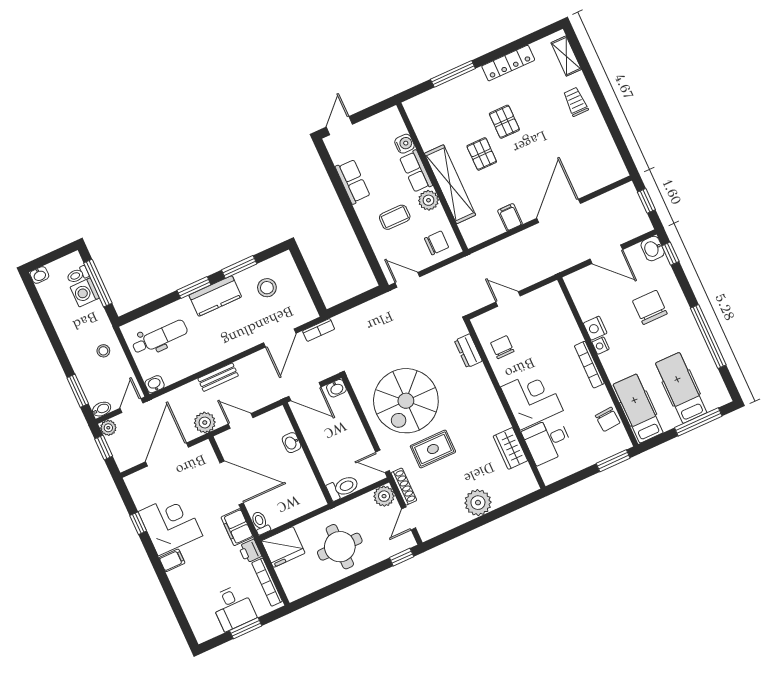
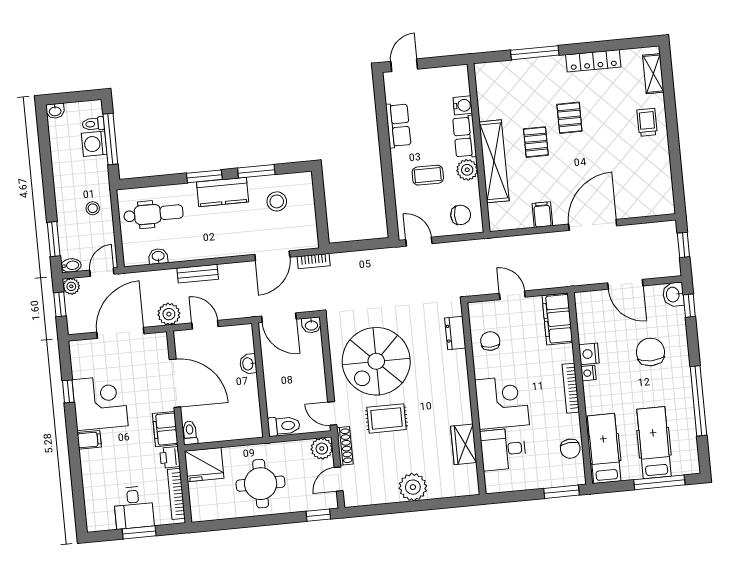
filing cabinet: (556, 306) -> (557, 319), added
washbasin: (155, 384) -> (158, 256), moved

